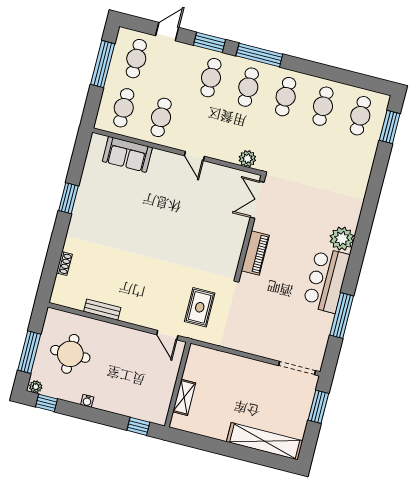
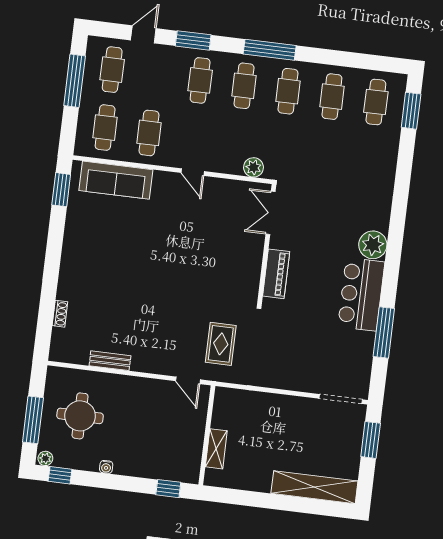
window: (259, 55) -> (270, 50), moved
sofa: (127, 154) -> (116, 180), width x1.36
window: (68, 198) -> (61, 190), moved

